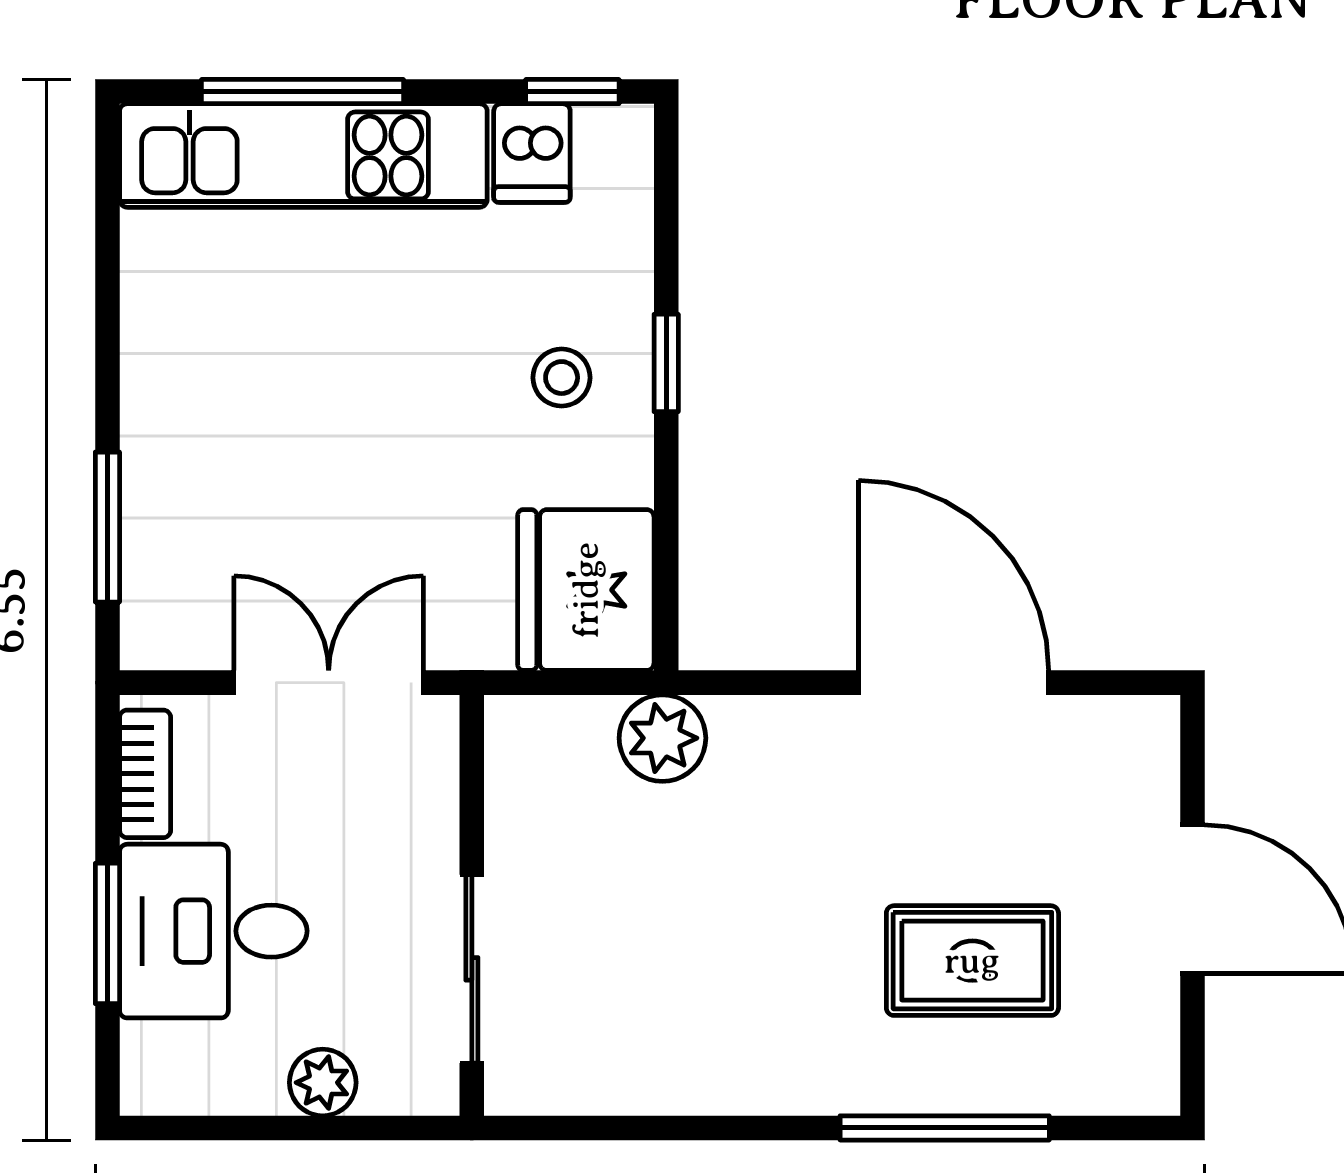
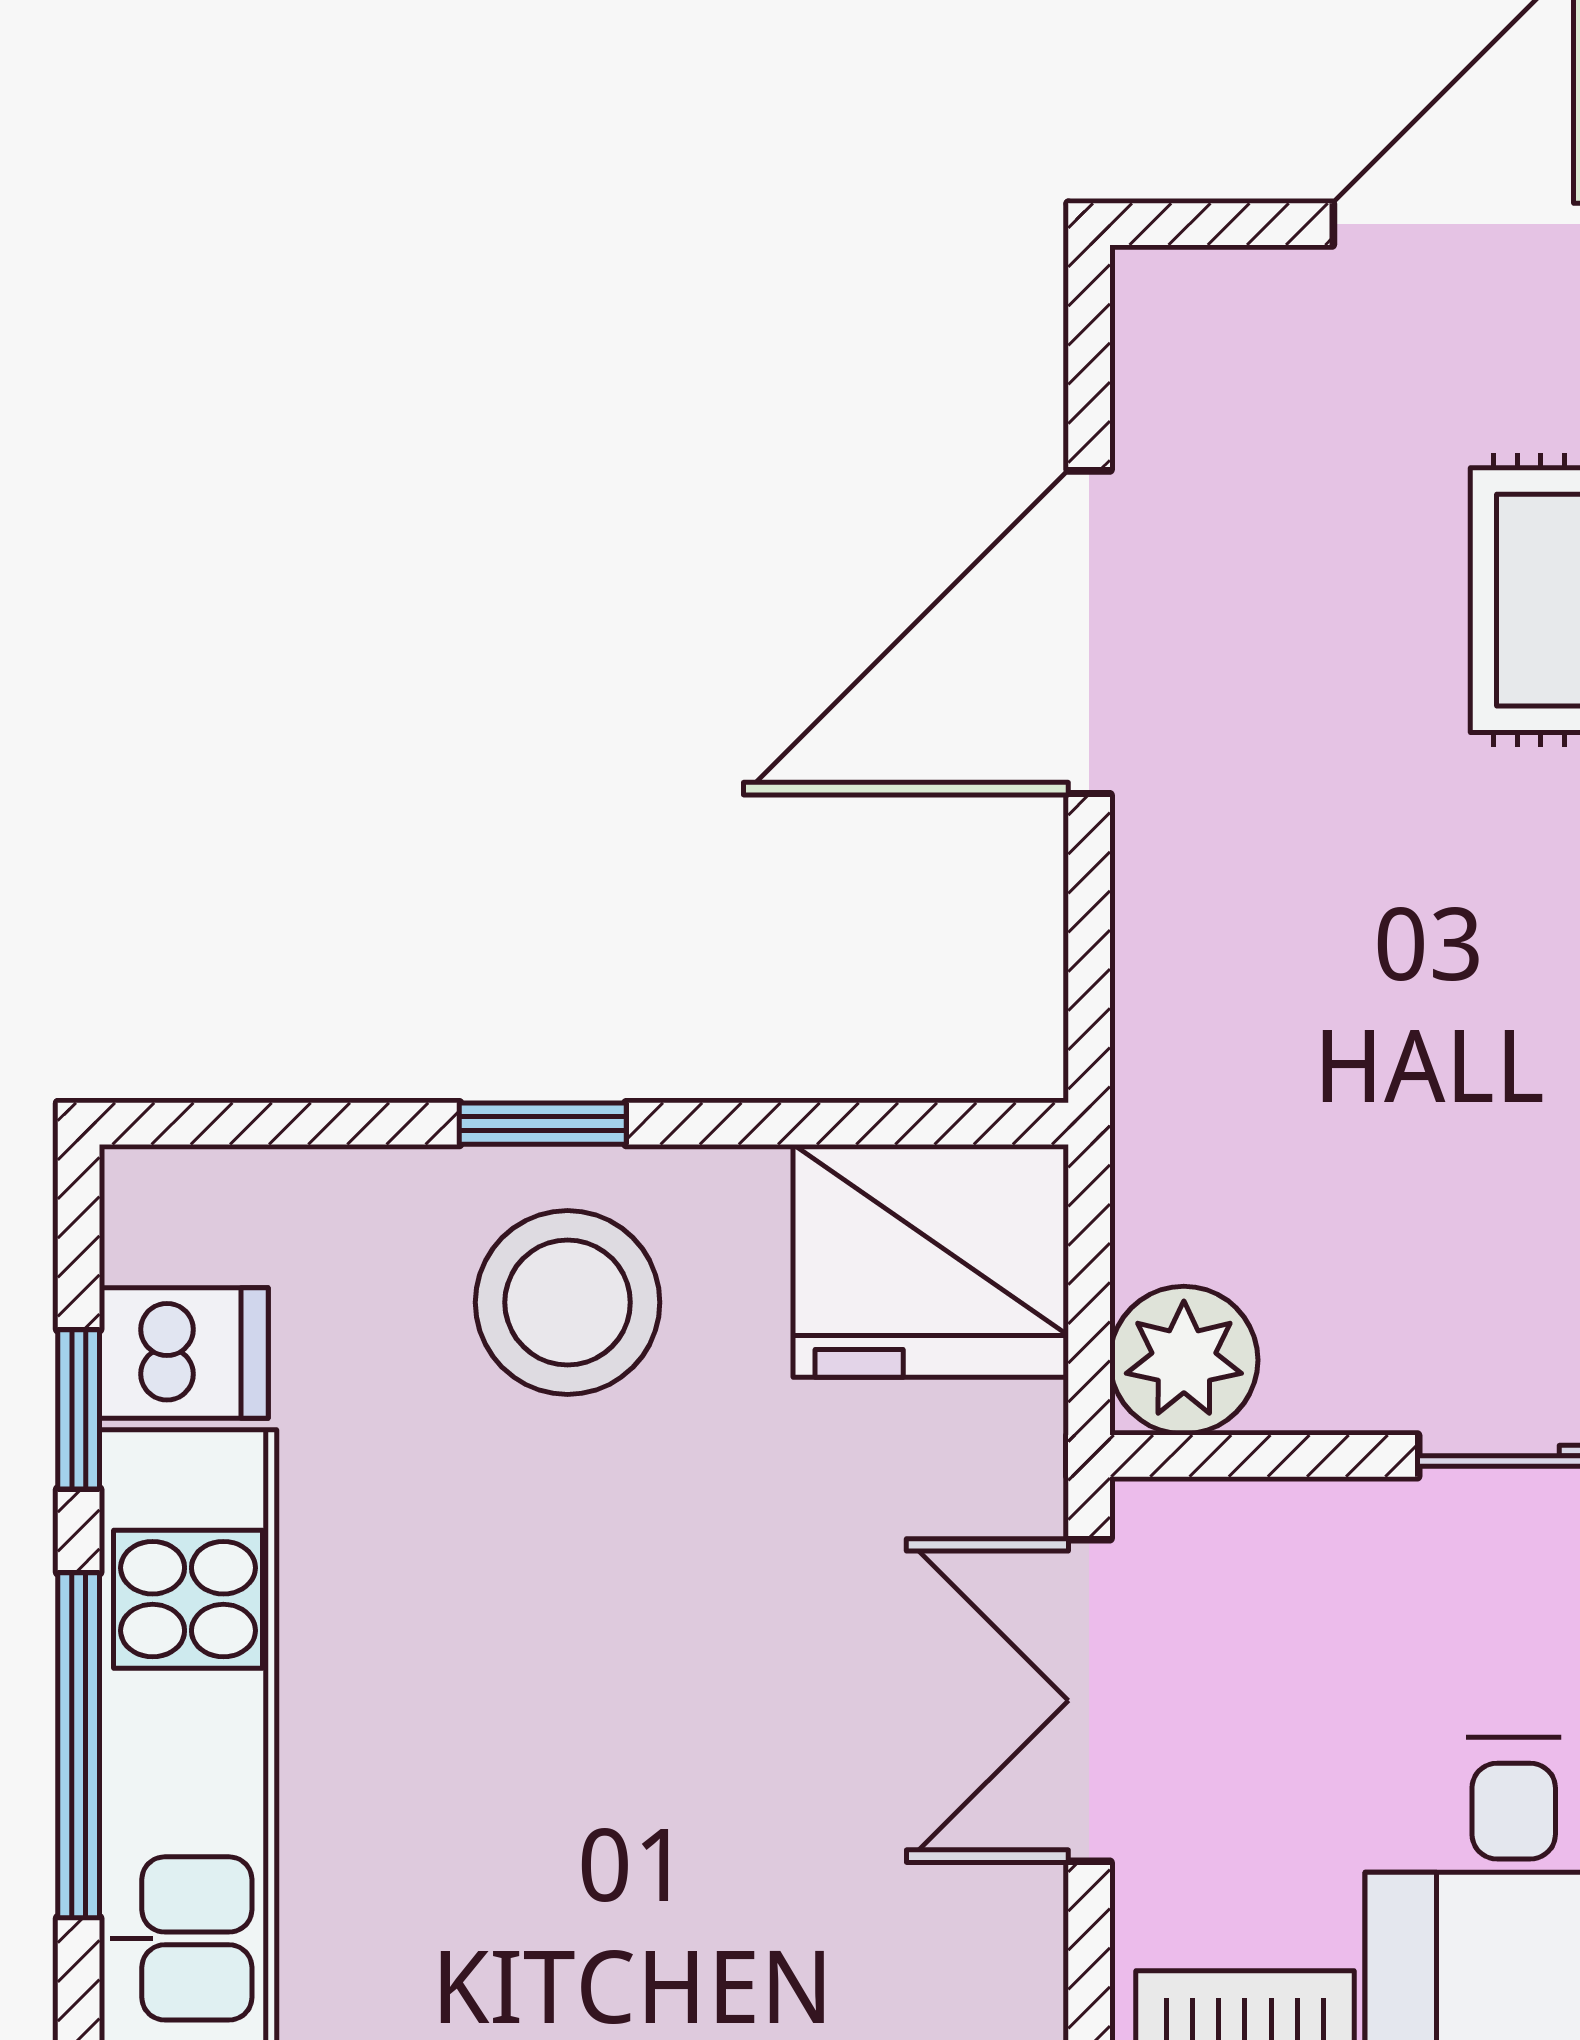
window: (572, 92) -> (79, 1409), moved
stool: (562, 378) -> (568, 1302), width x1.89, depth x1.89
plant: (662, 738) -> (1184, 1360), moved

